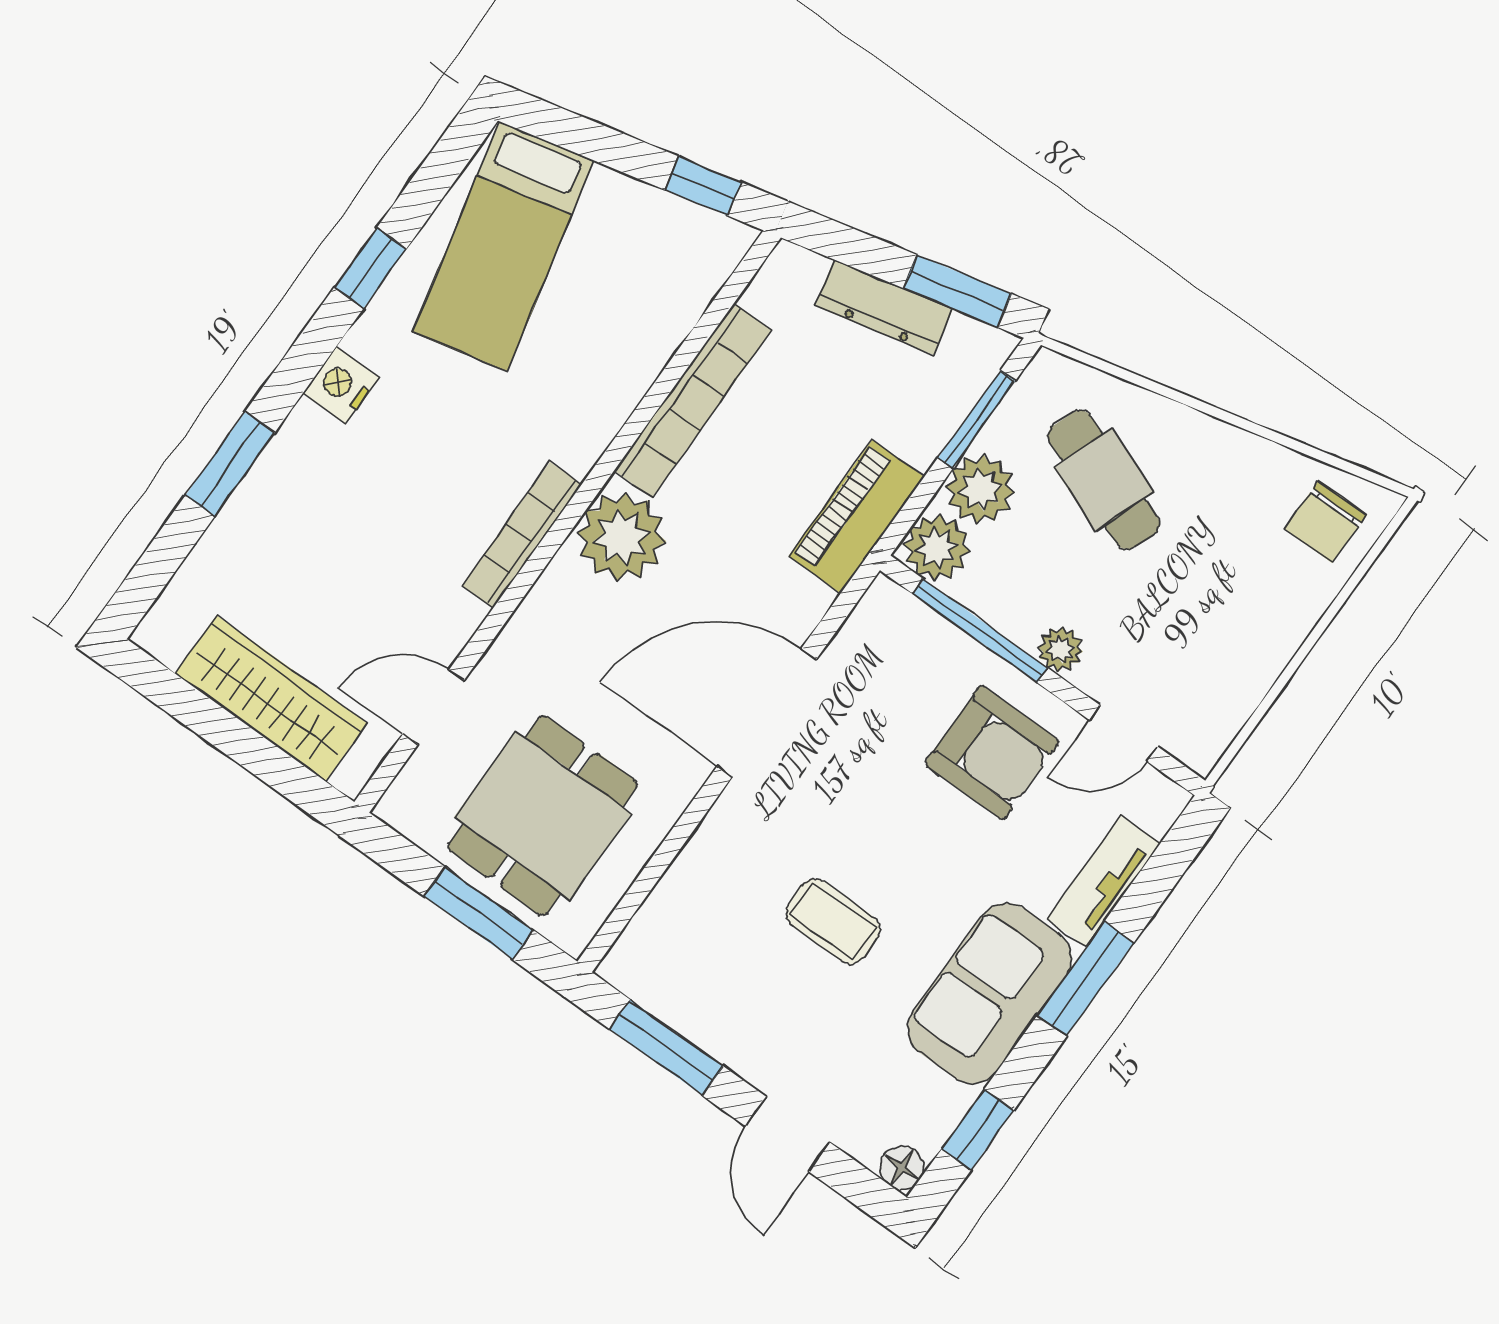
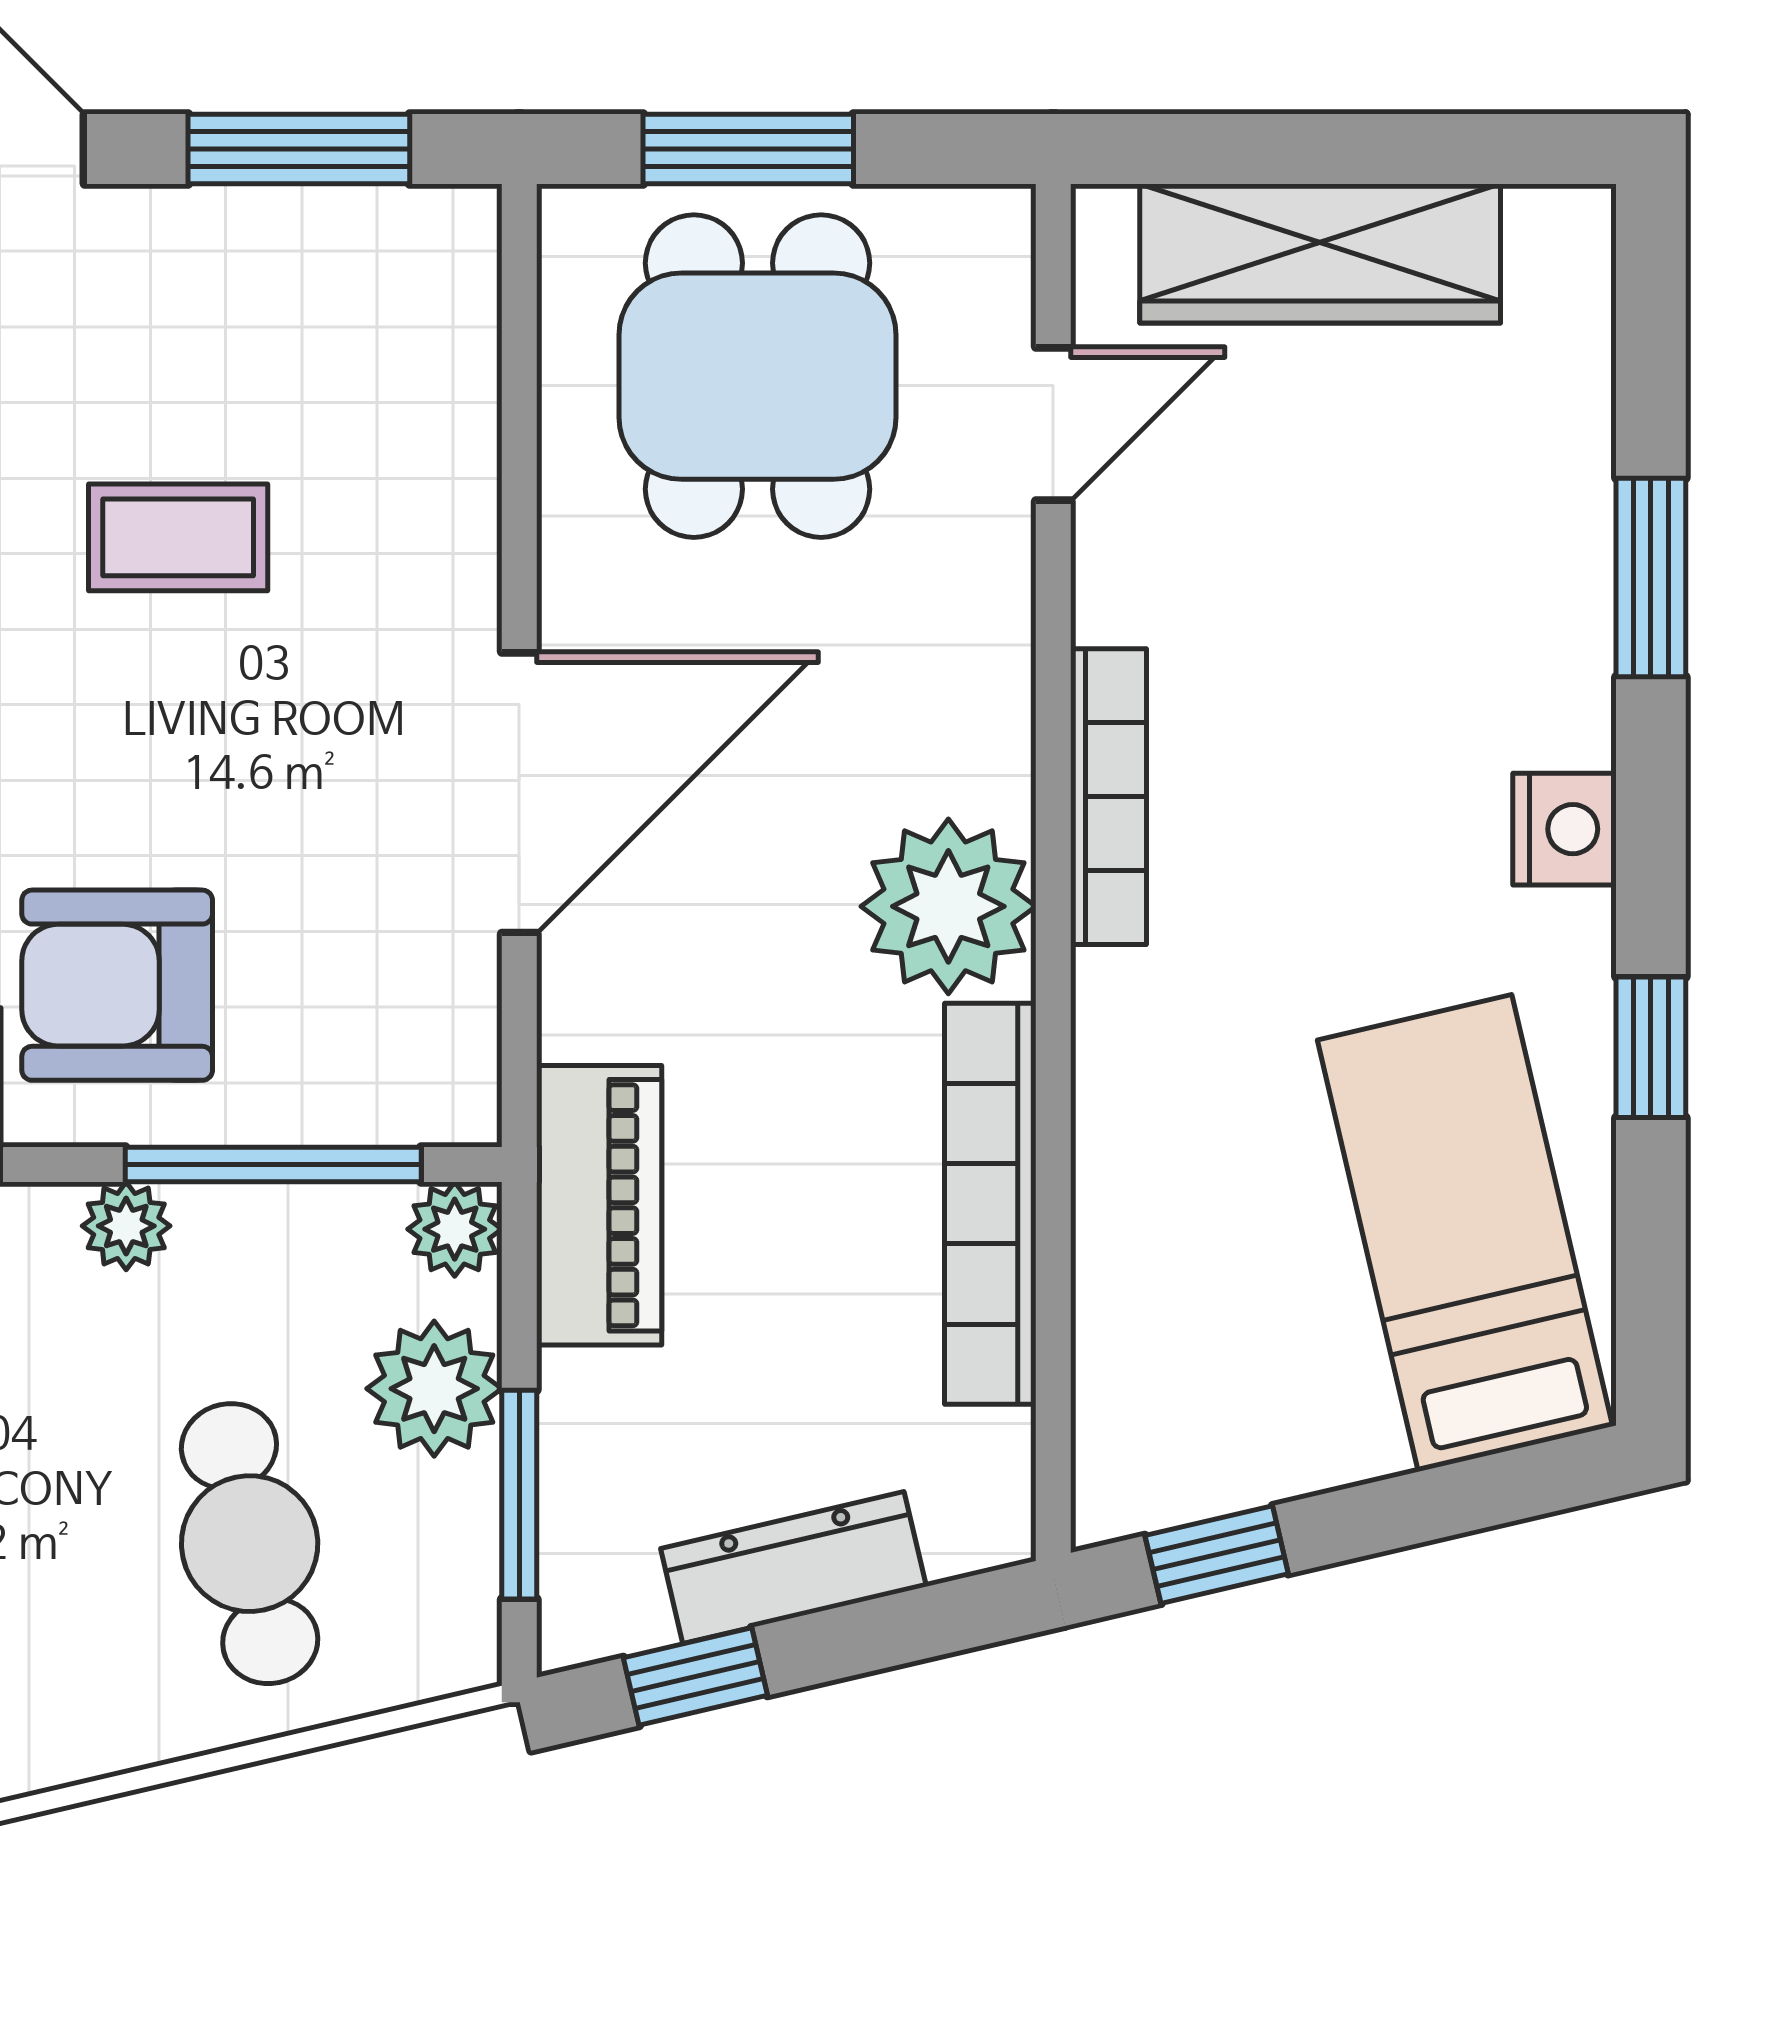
window: (957, 291) -> (695, 1676), width x0.67
cafe table: (1104, 480) -> (250, 1544), turned 57
plant: (937, 548) -> (455, 1229), width x0.73, depth x0.73

